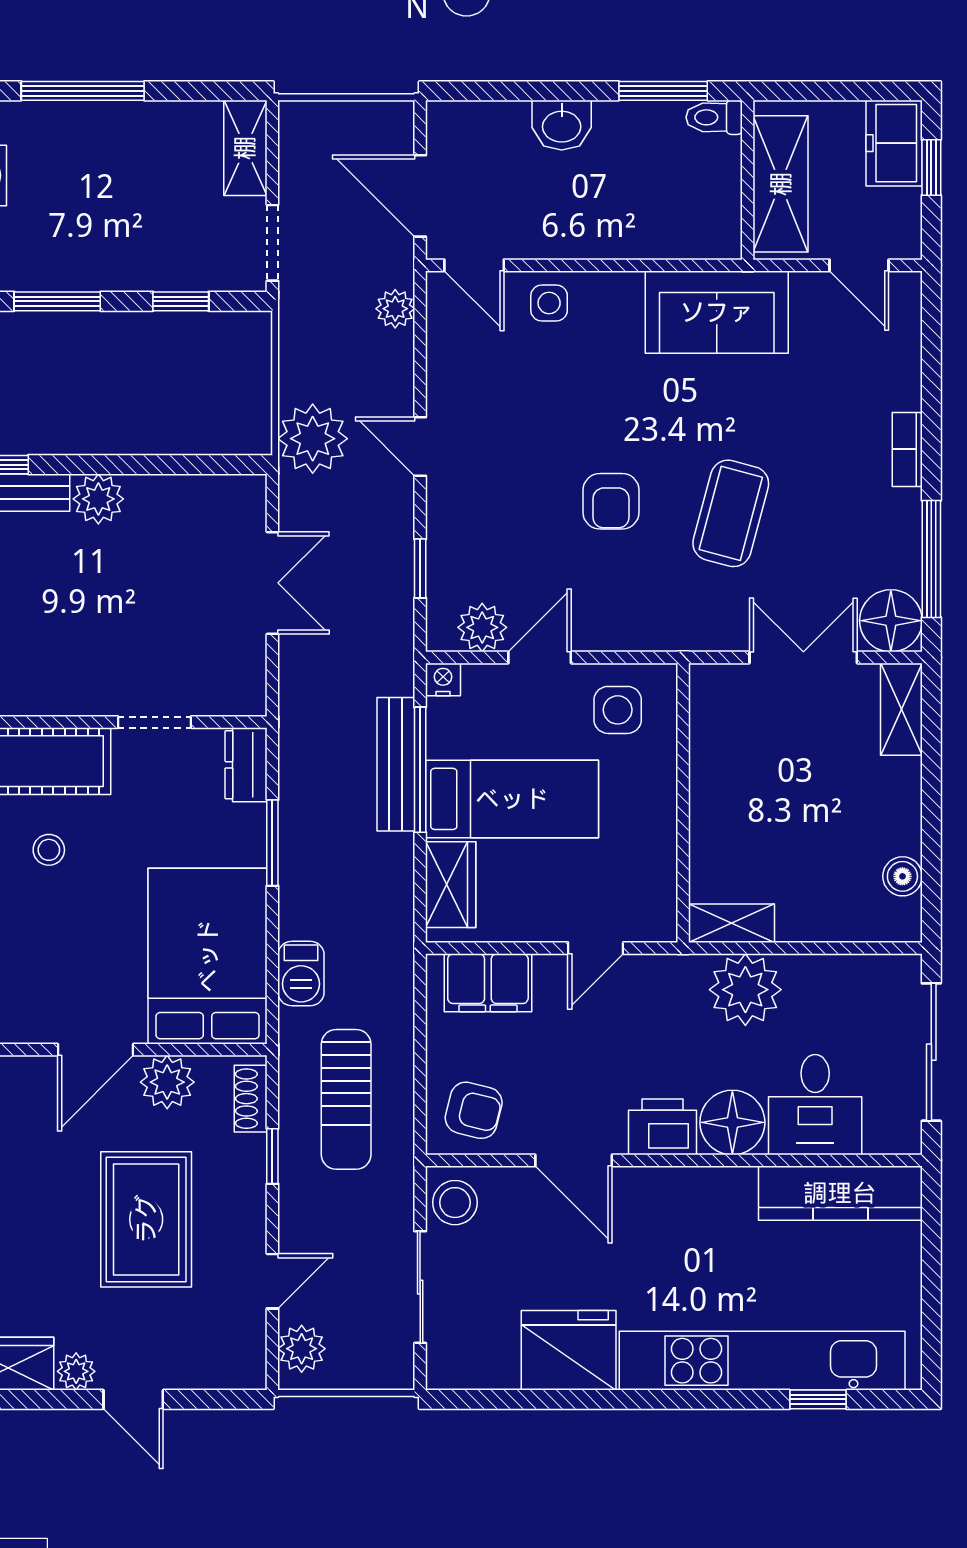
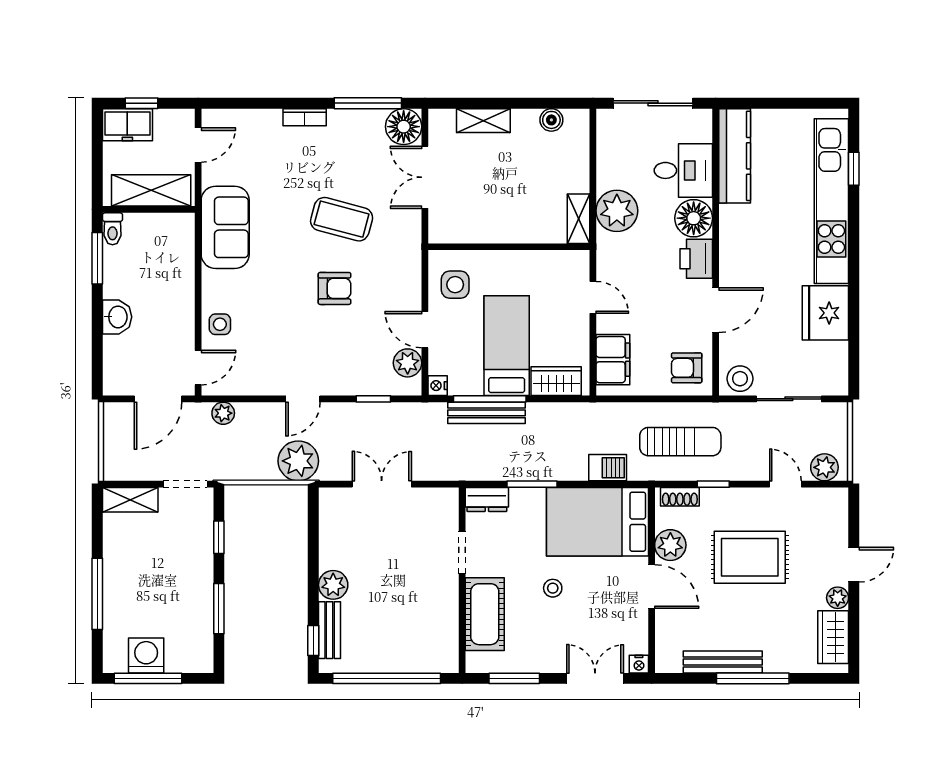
shelving: (901, 709) -> (483, 121), moved
stool: (49, 850) -> (553, 588), moved
armchair: (474, 1110) -> (687, 368), turned -104

